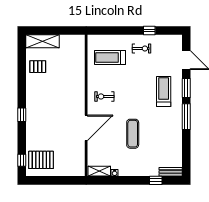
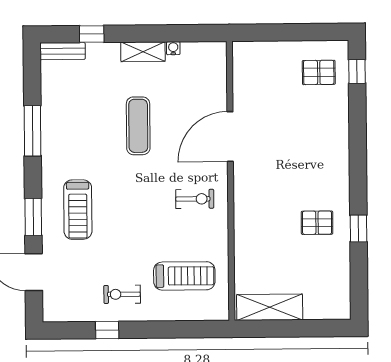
shelving: (43, 41) -> (270, 307), moved
pallet: (38, 67) -> (317, 223), moved
window: (22, 115) -> (358, 228), moved
window: (186, 117) -> (32, 131), moved
pallet: (41, 160) -> (319, 72), width x0.67, depth x0.71
shelving: (99, 171) -> (143, 52), moved

